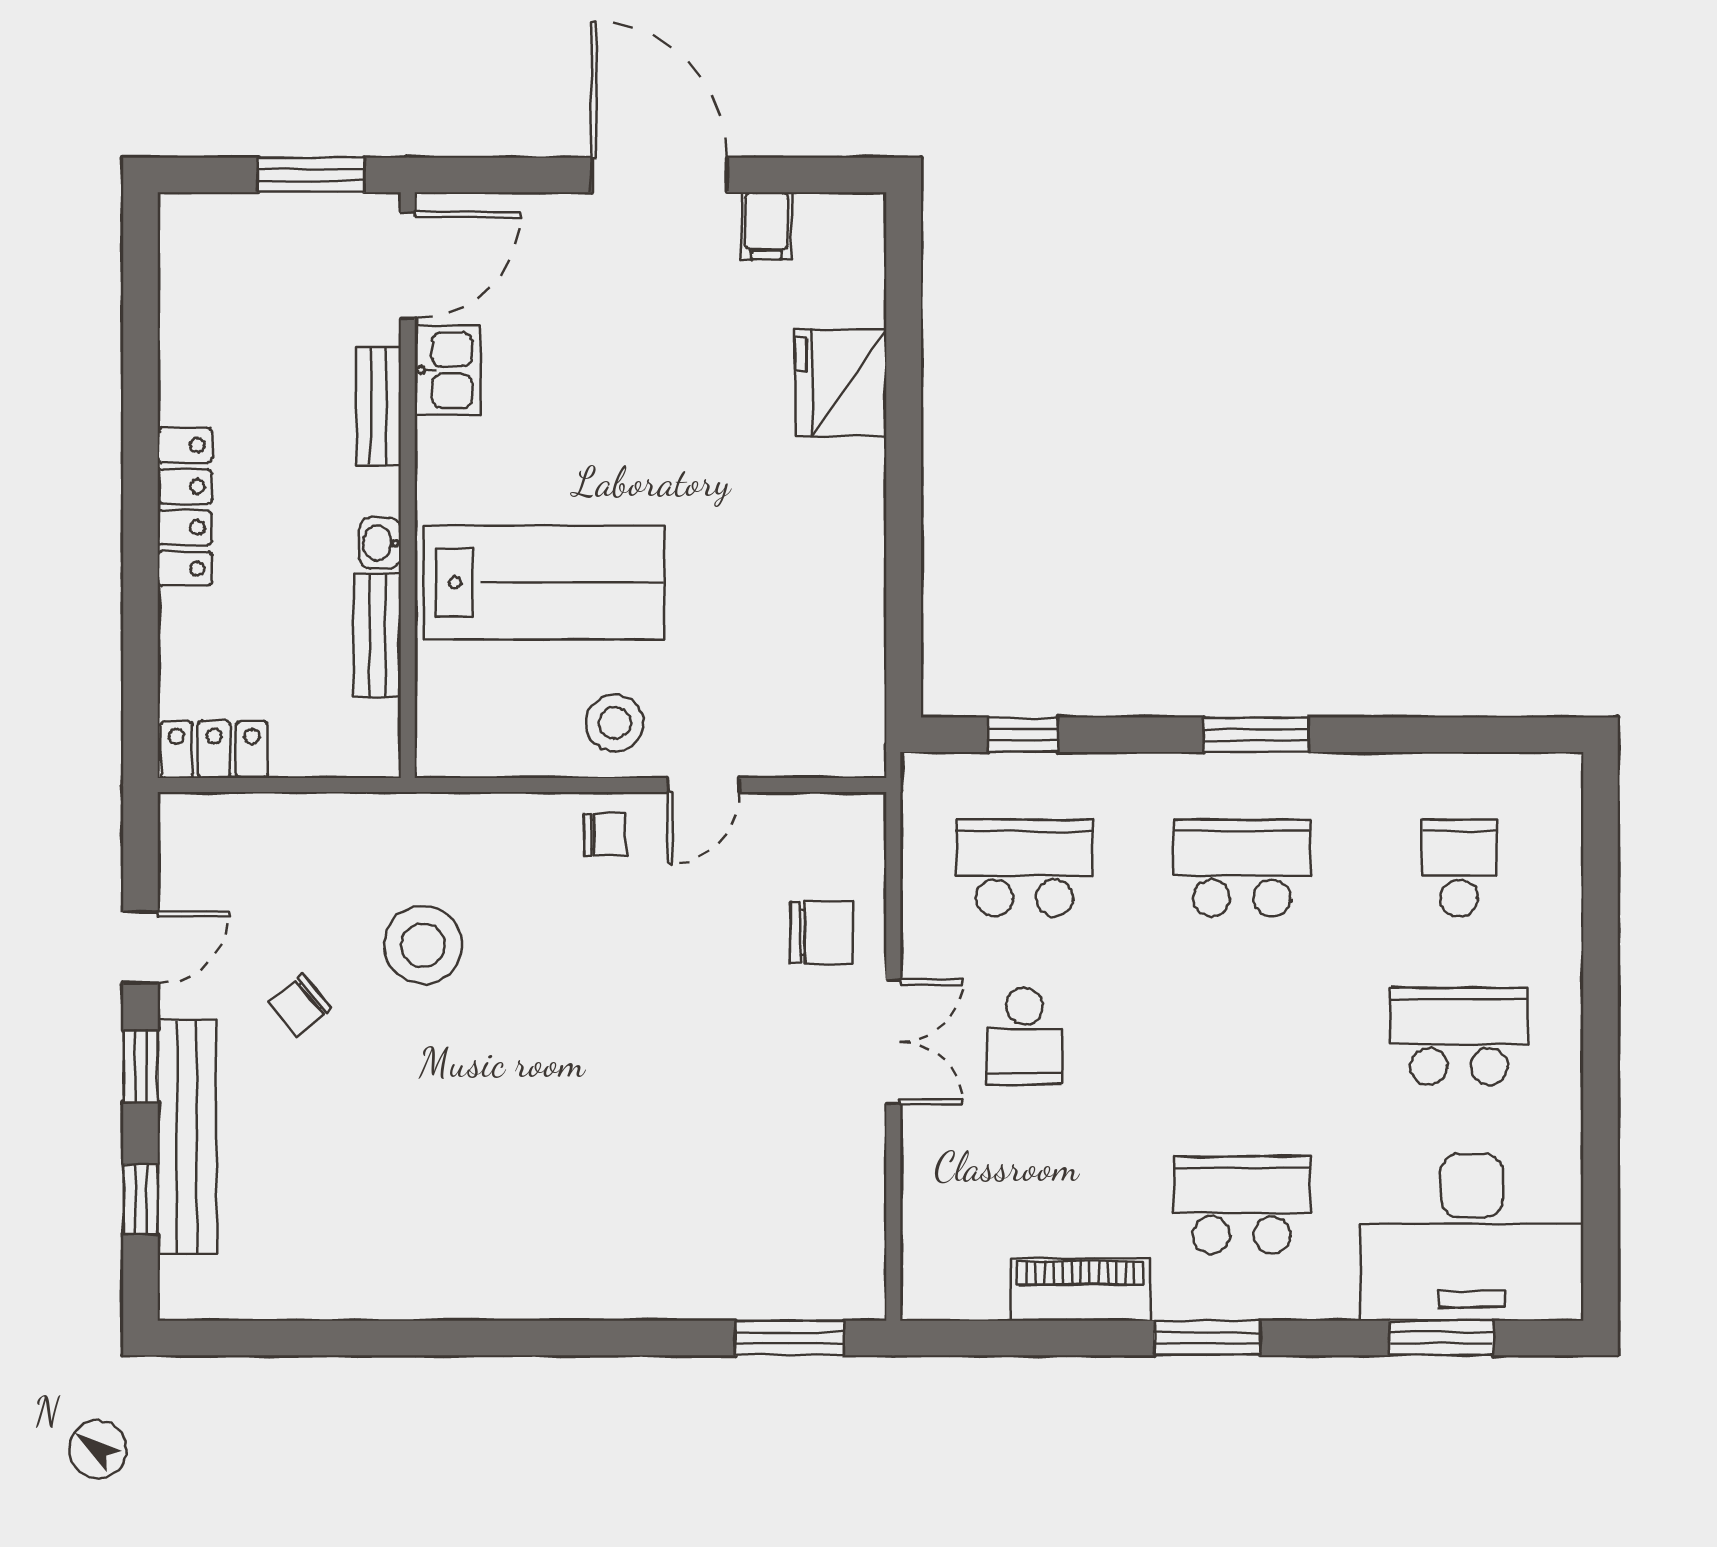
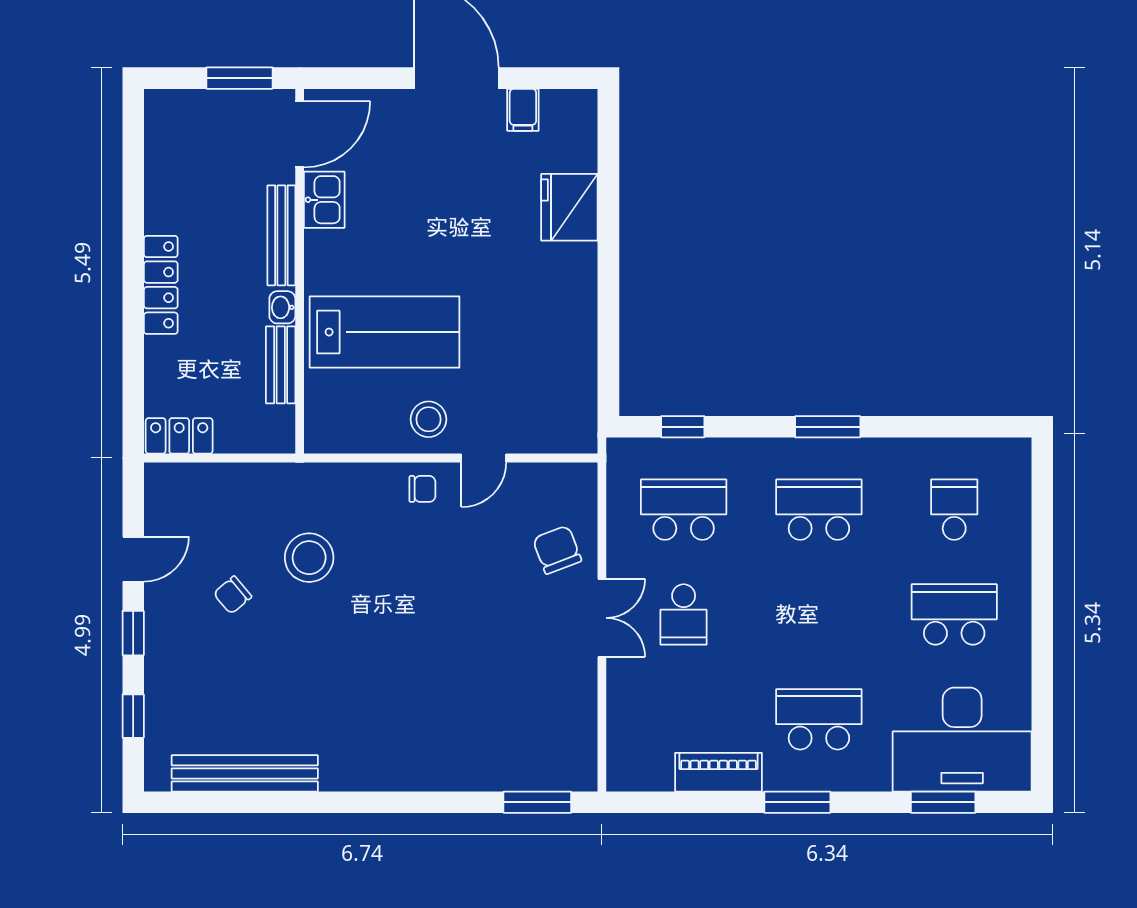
bench: (378, 406) -> (281, 235), width x1.36
chair: (821, 932) -> (557, 550), turned -111
bench: (187, 1137) -> (245, 773), moved, turned 90

